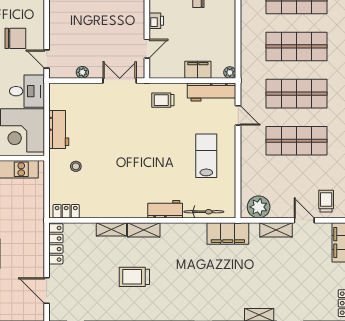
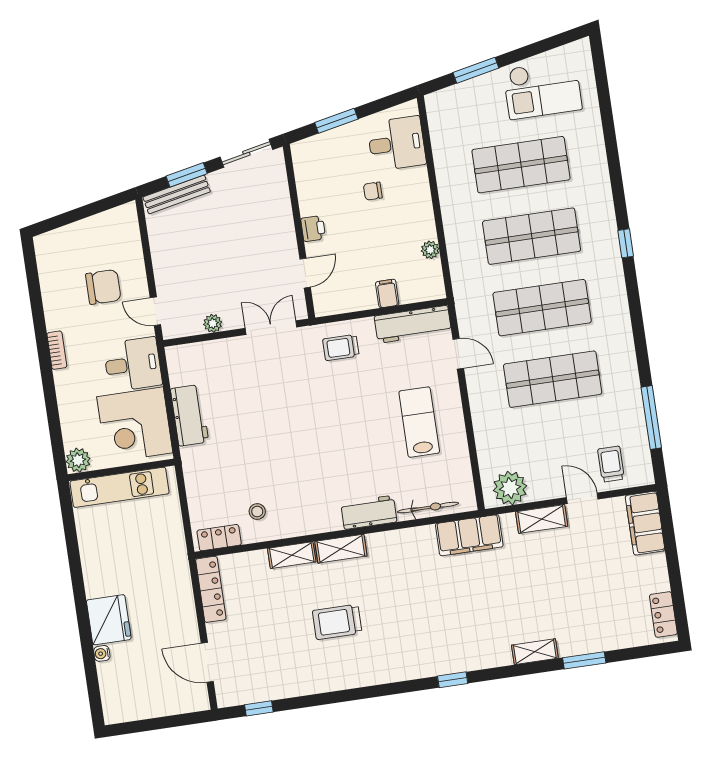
filing cabinet: (198, 70) -> (387, 293), width x0.50
plant: (230, 72) -> (430, 250), moved
stool: (76, 166) -> (257, 511), moved

